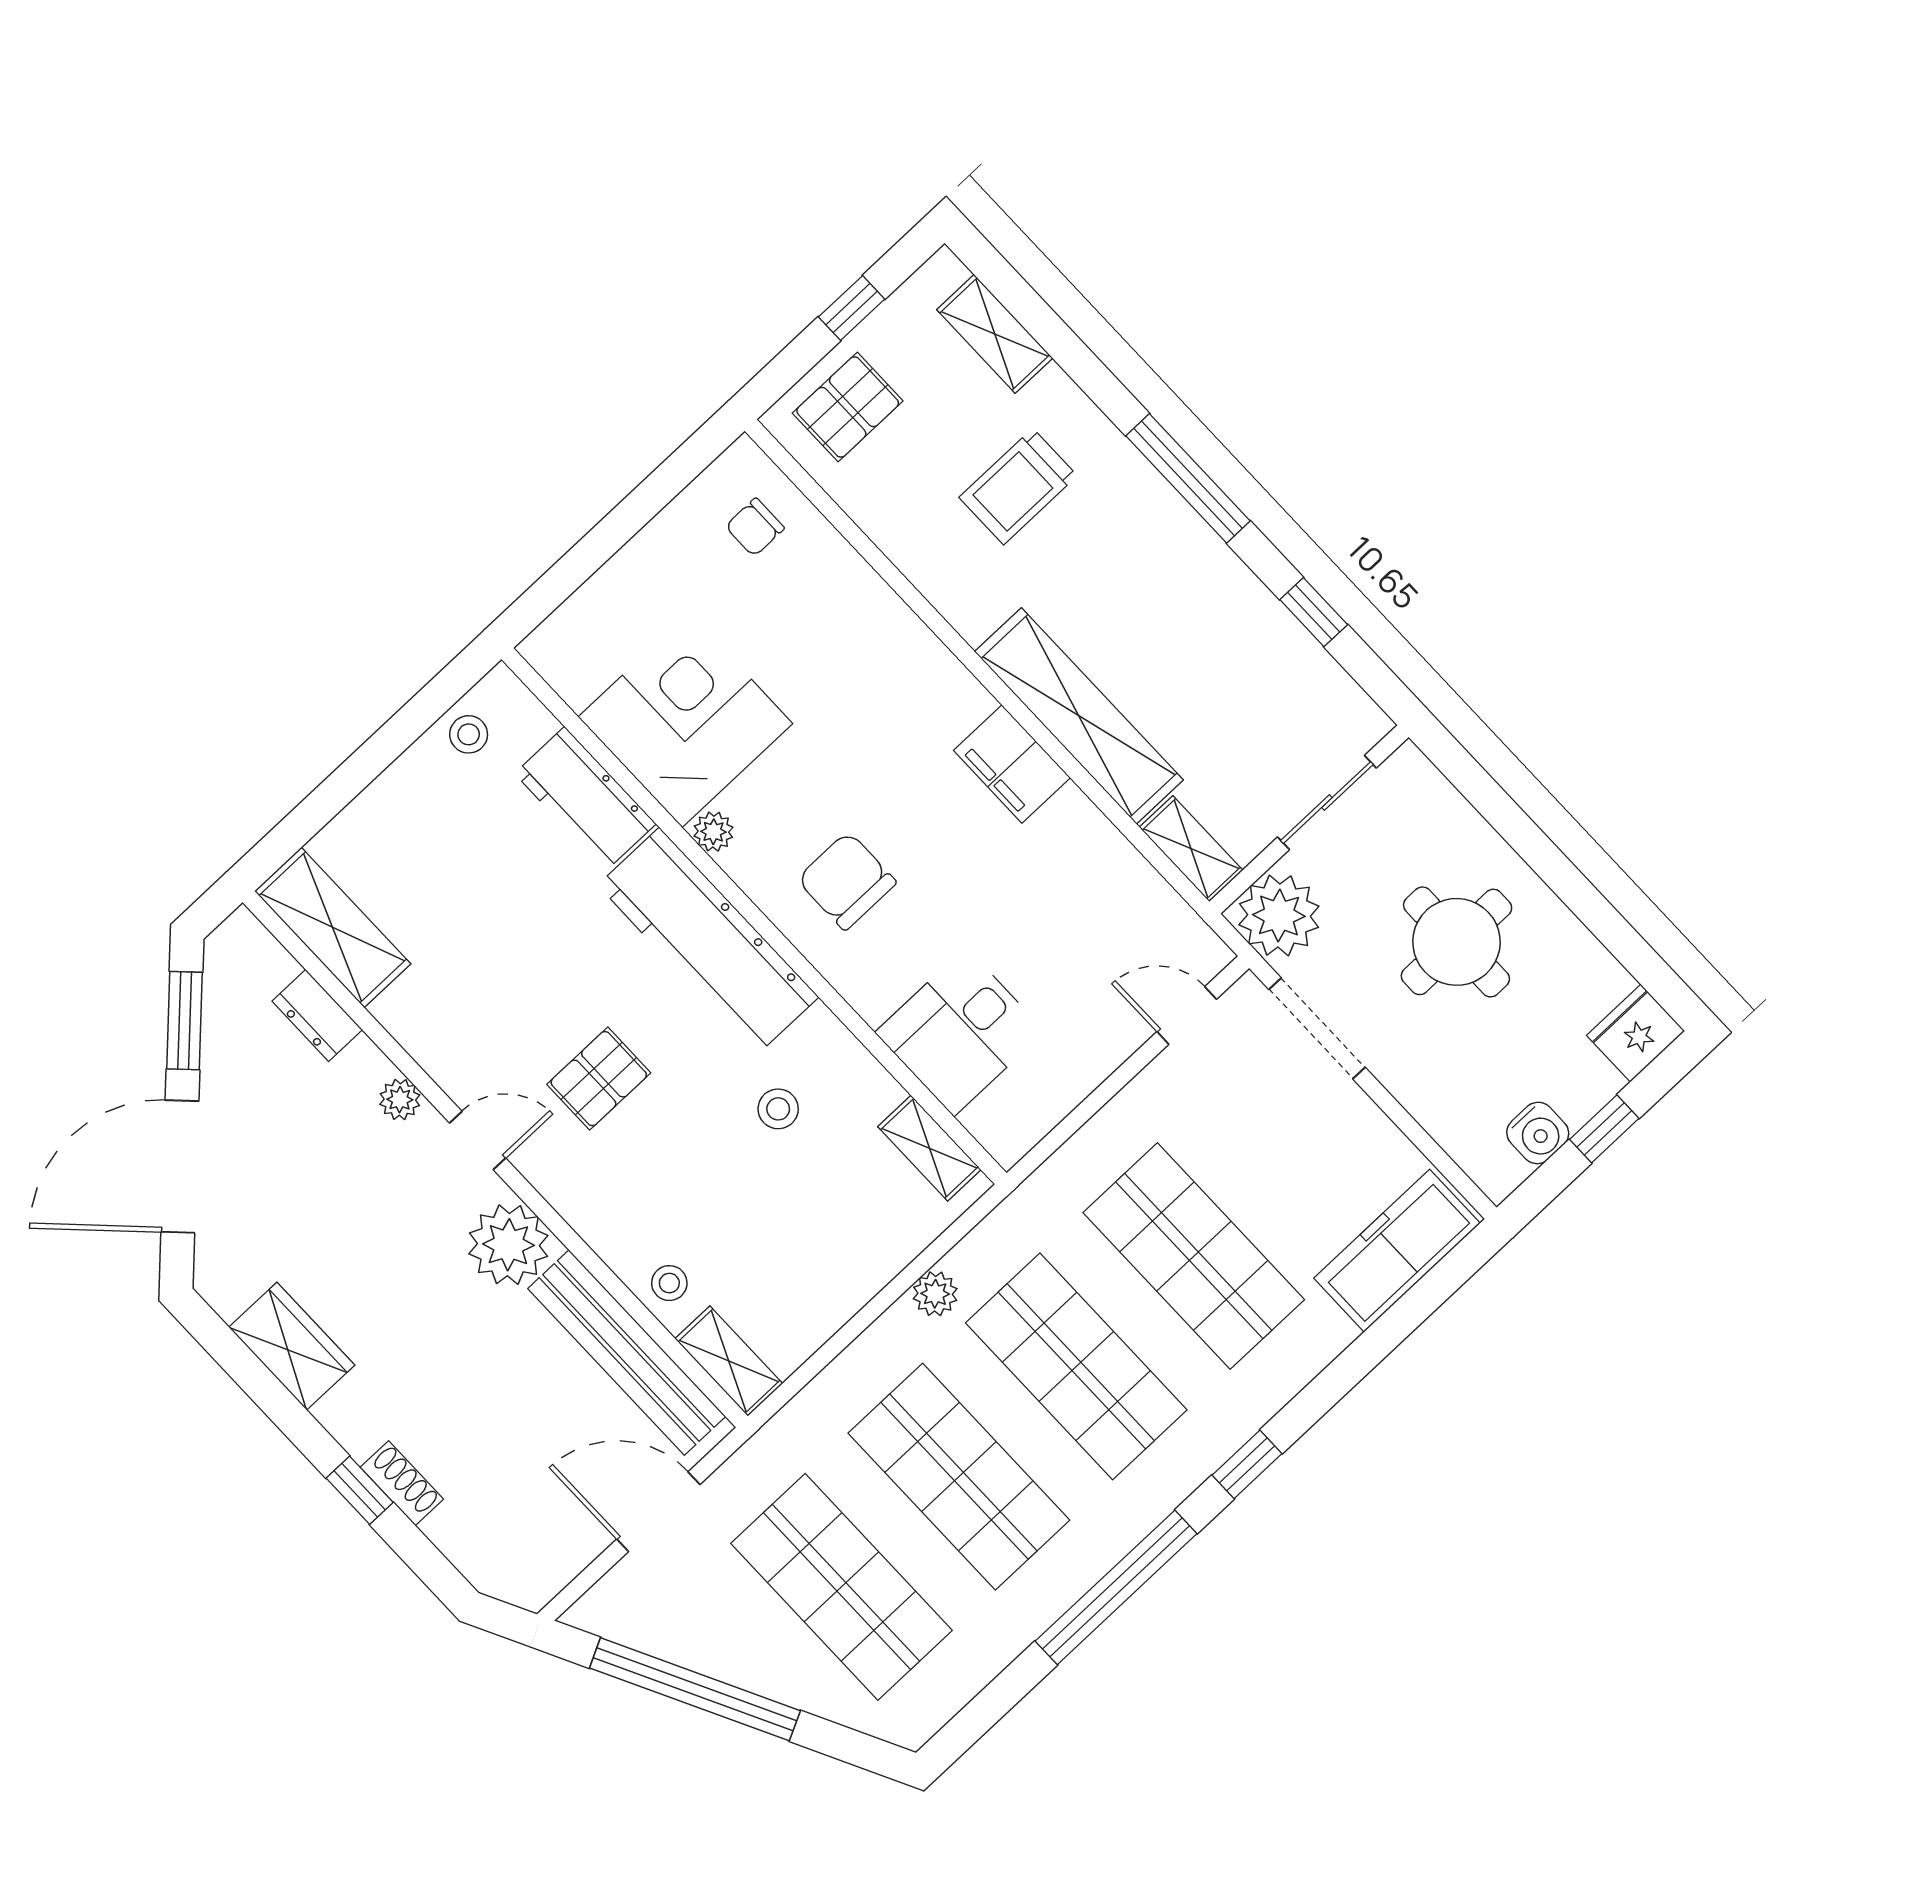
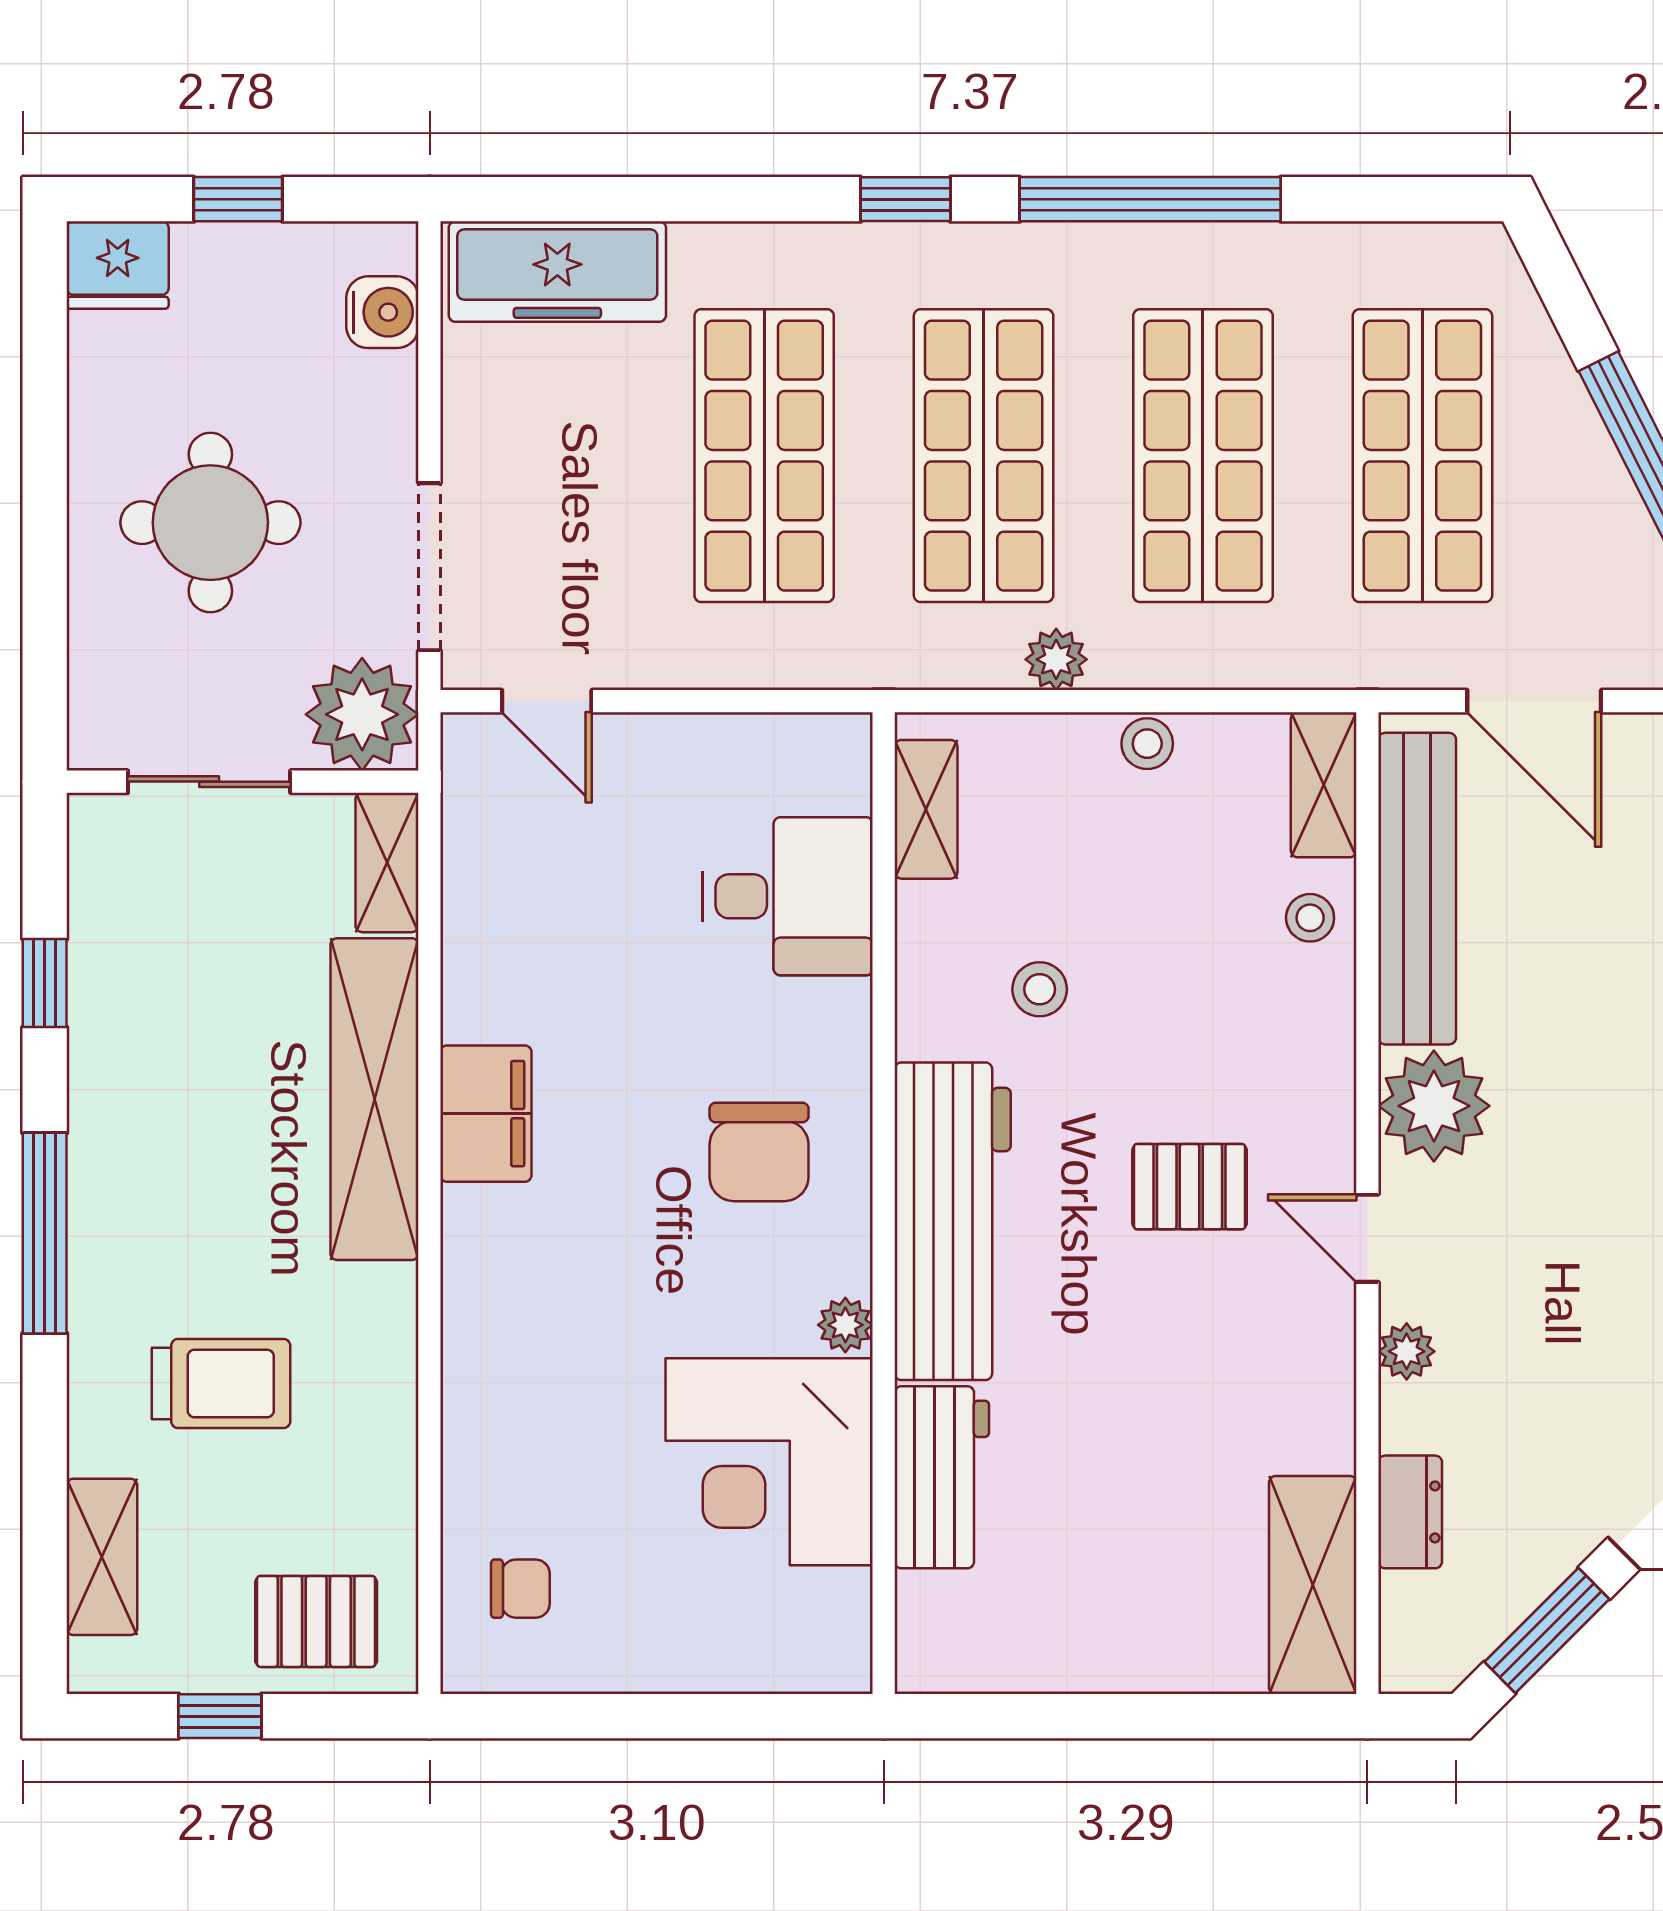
stool: (469, 734) -> (1147, 744), moved
water cooler: (1538, 1133) -> (382, 312), moved, turned 90

